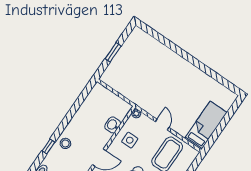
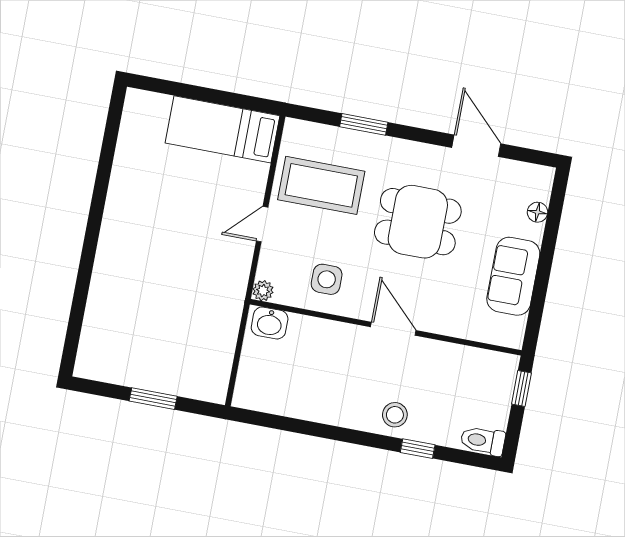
washbasin: (113, 125) -> (270, 323), moved

